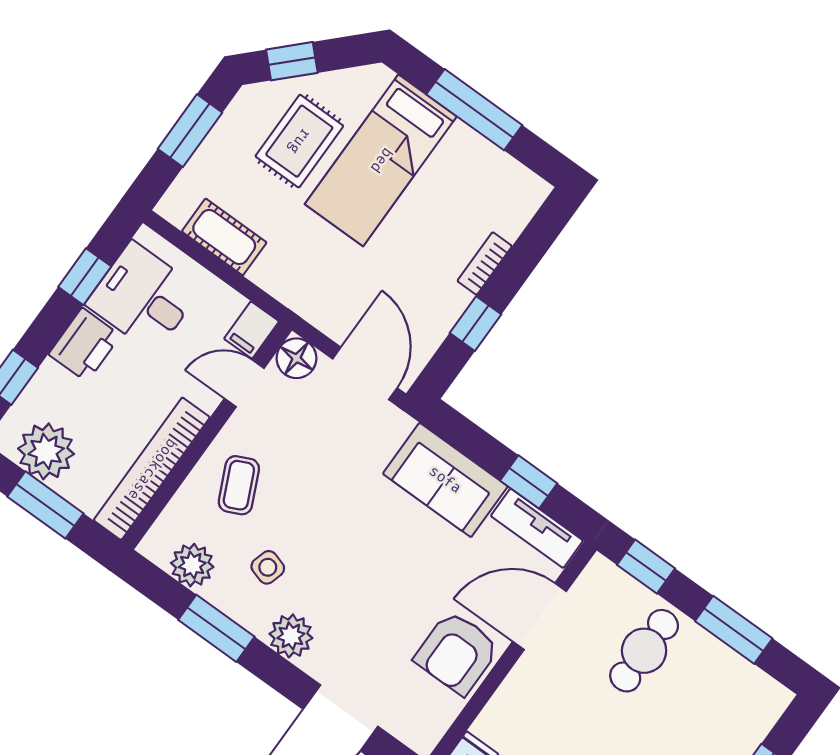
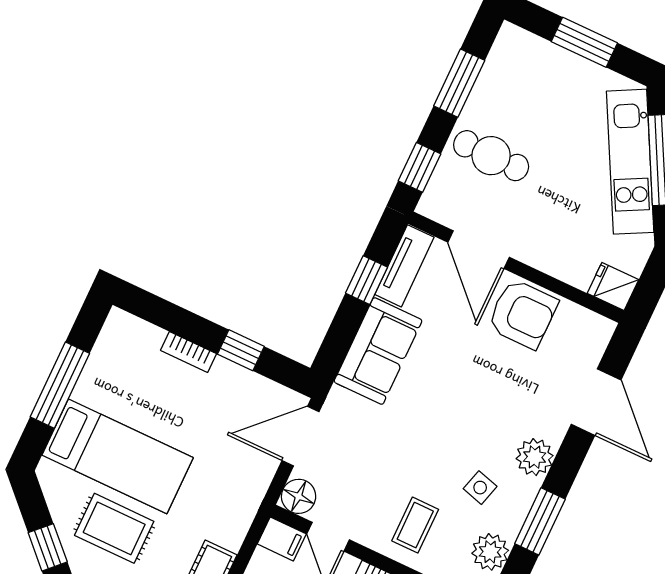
coffee table: (239, 485) -> (415, 525), turned -65

